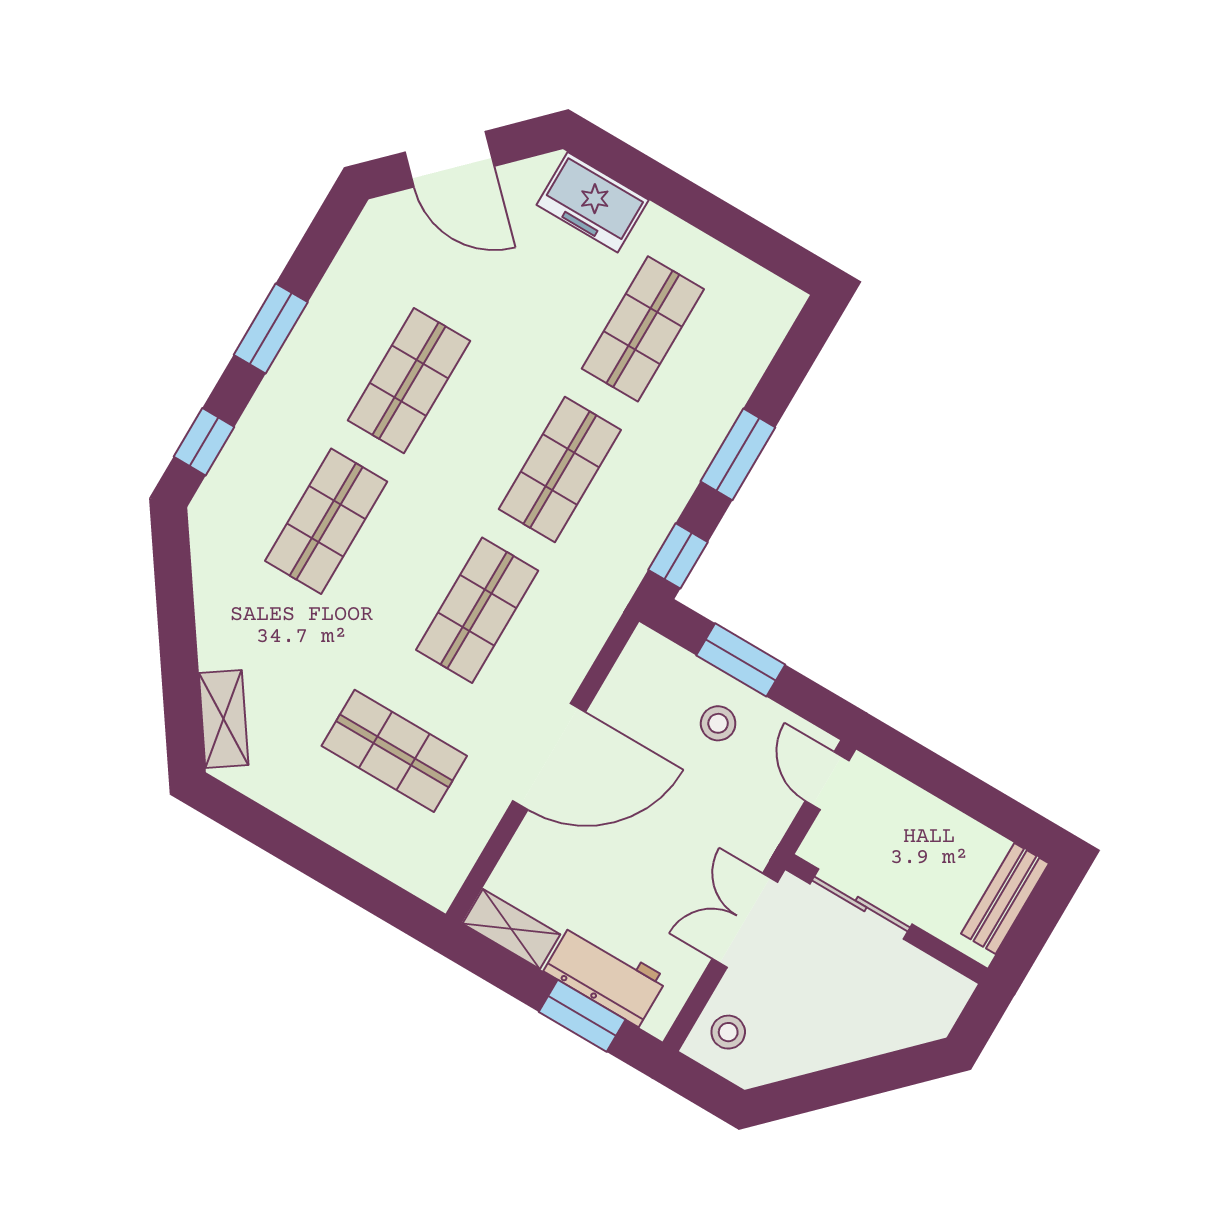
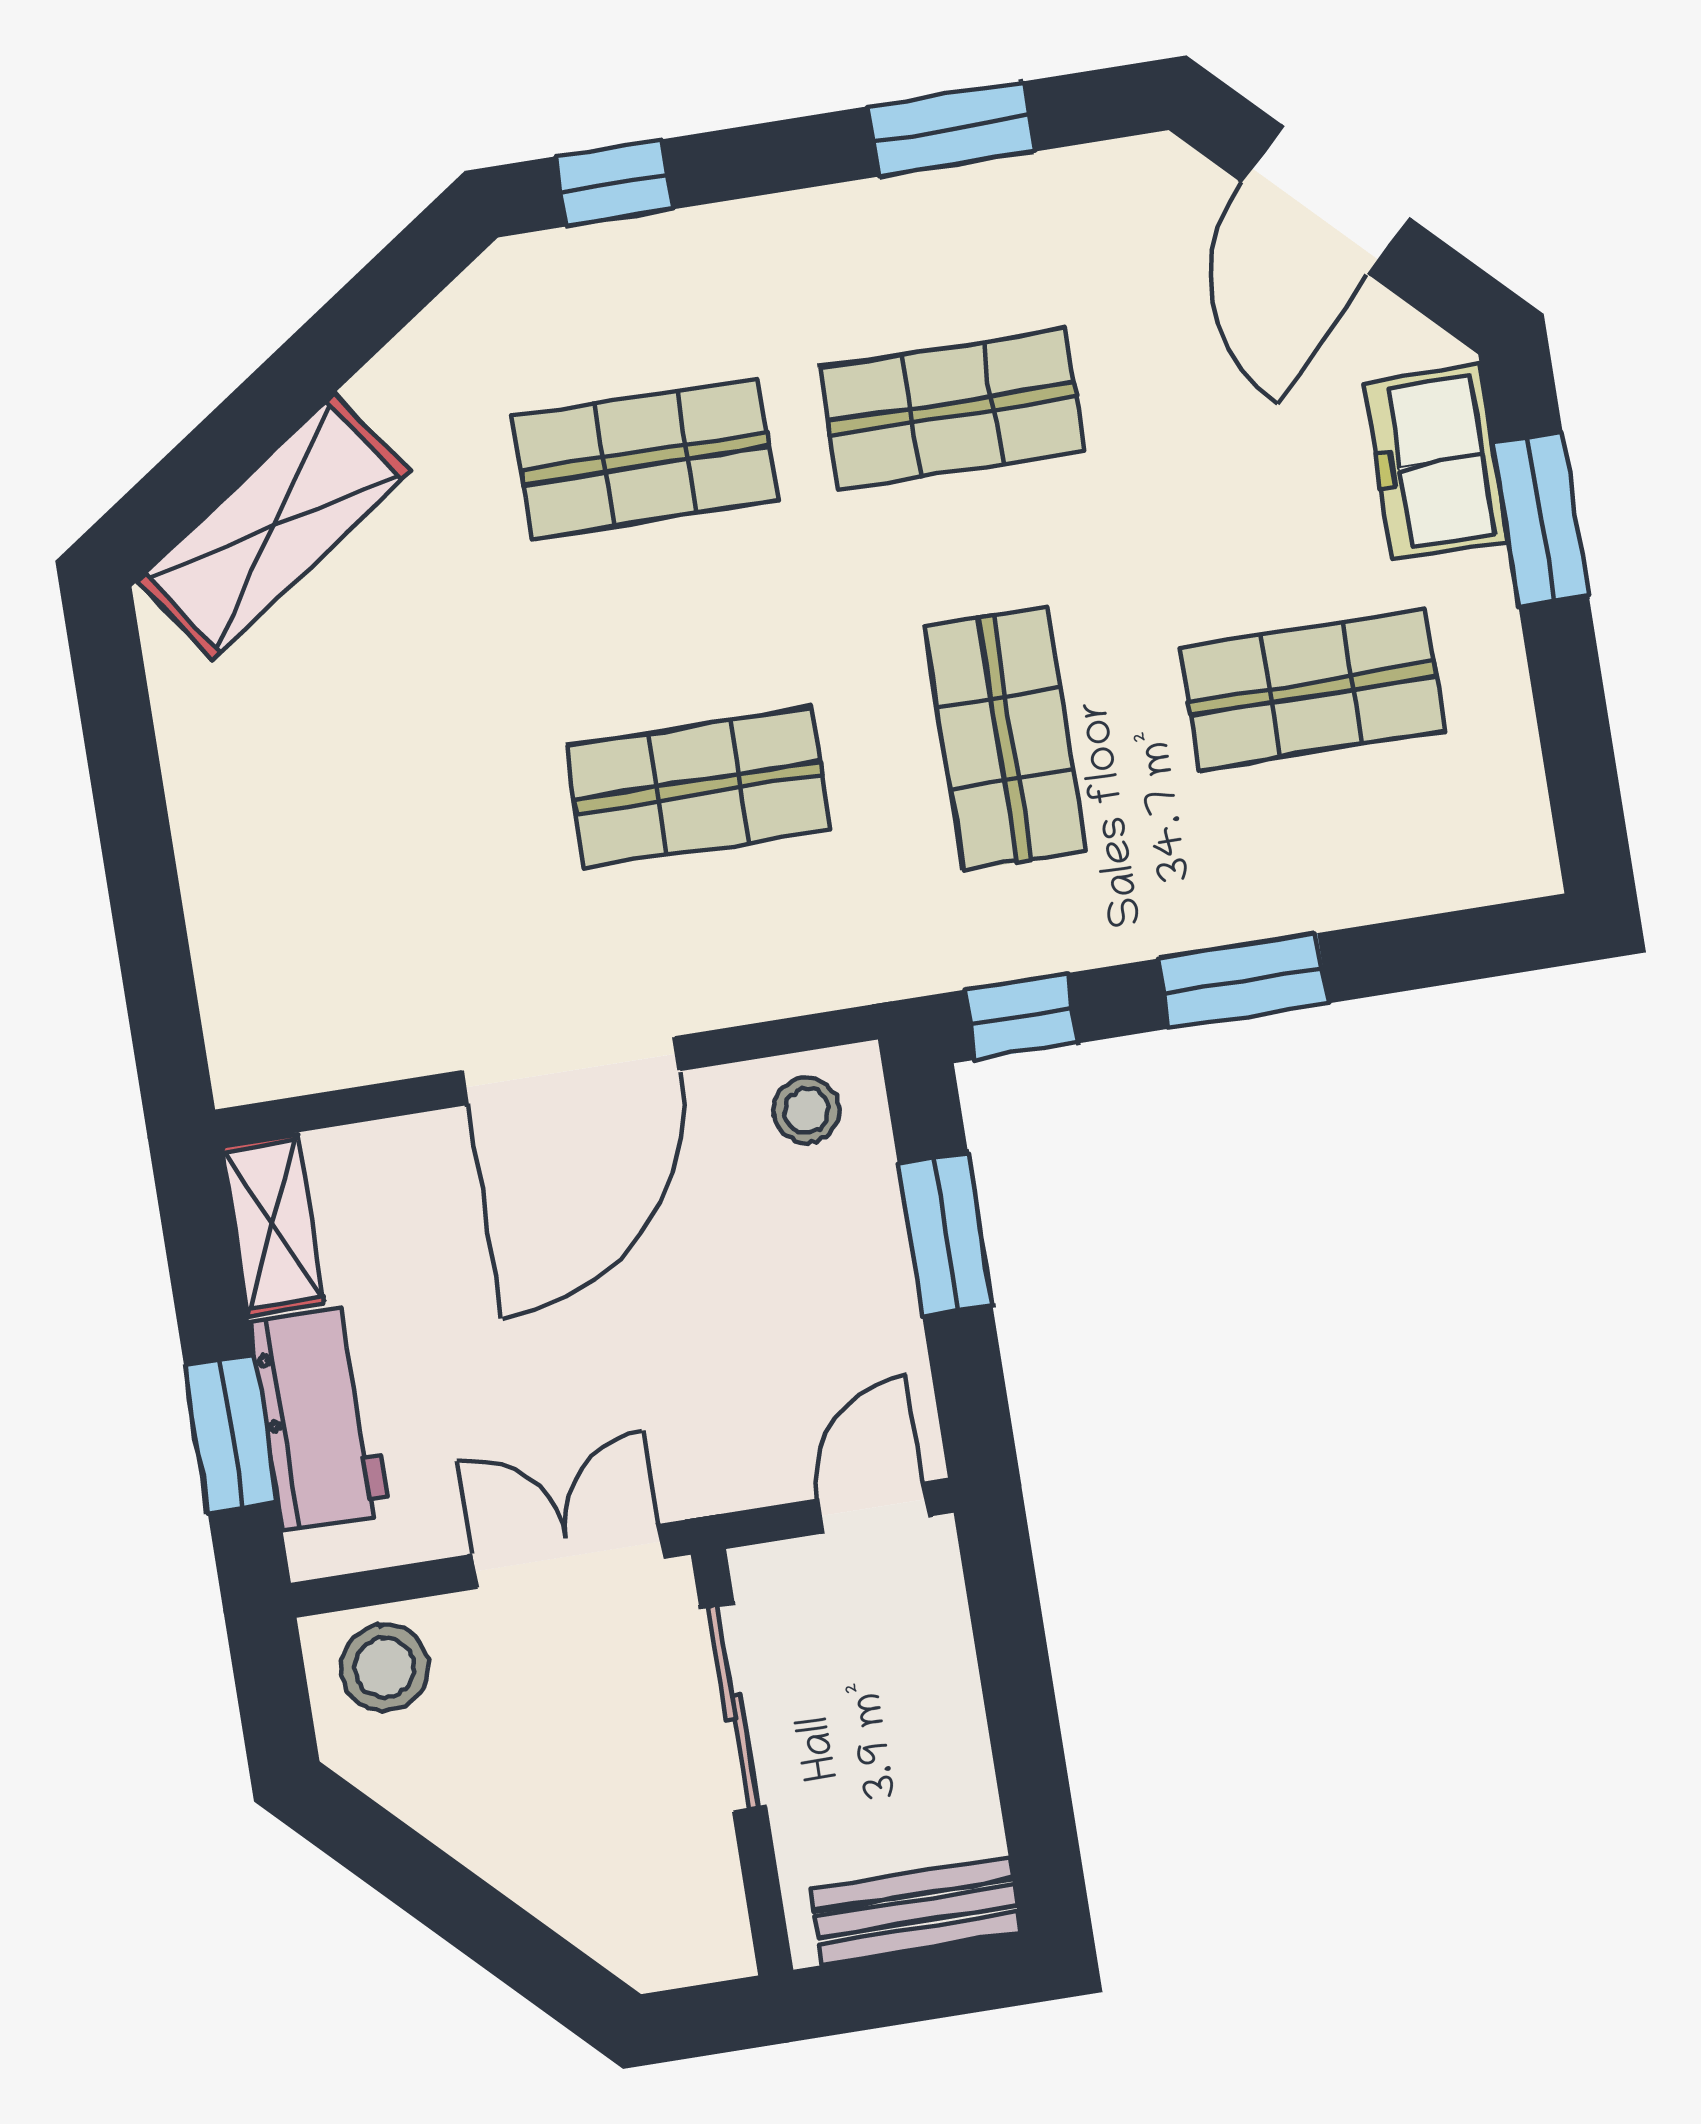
window: (650, 179) -> (1541, 519), added
window: (271, 328) -> (951, 129), moved
shop shelf: (560, 470) -> (1005, 739), turned 90
shelving: (224, 719) -> (274, 526), width x1.50, depth x1.33
stool: (718, 723) -> (806, 1110), moved
shop shelf: (394, 751) -> (392, 837), removed
door: (549, 757) -> (571, 1071), hinge flipped
stool: (728, 1032) -> (384, 1667), width x1.37, depth x1.37

